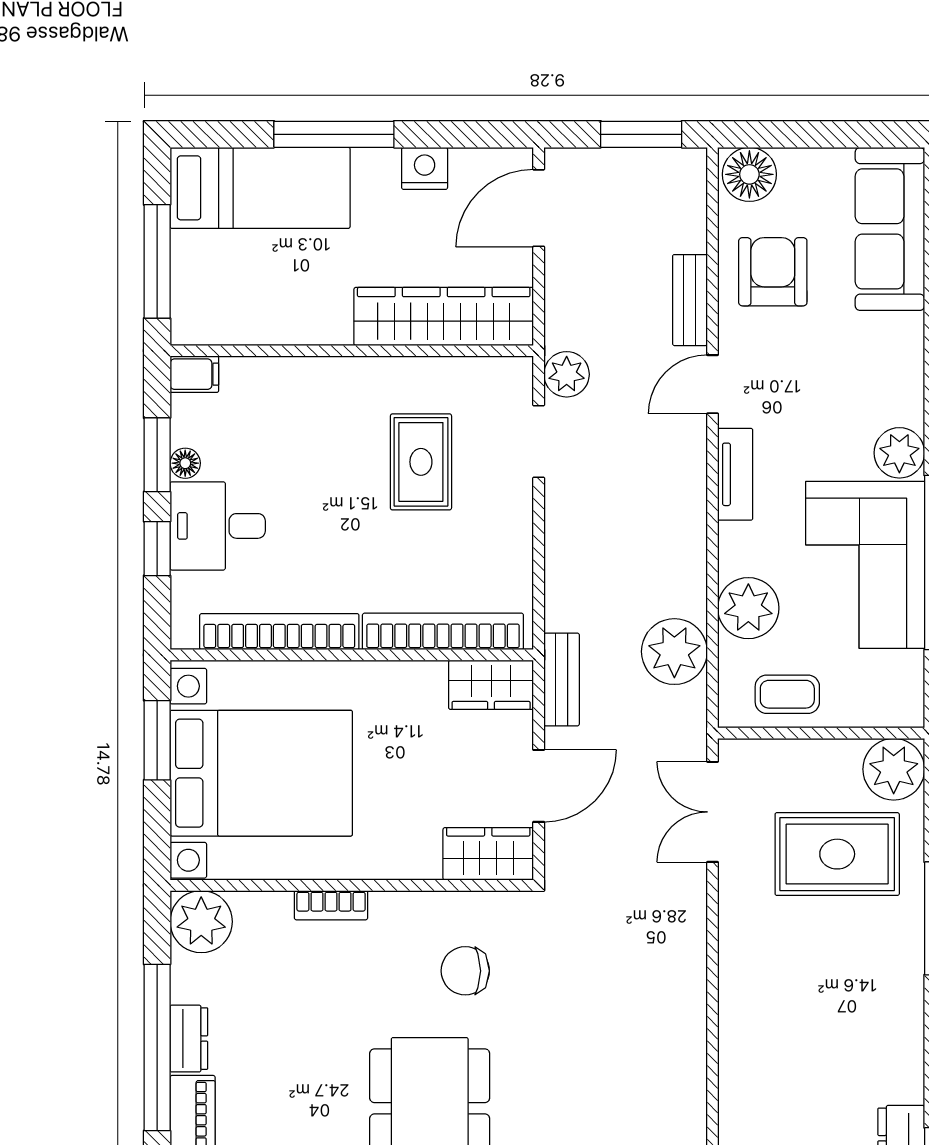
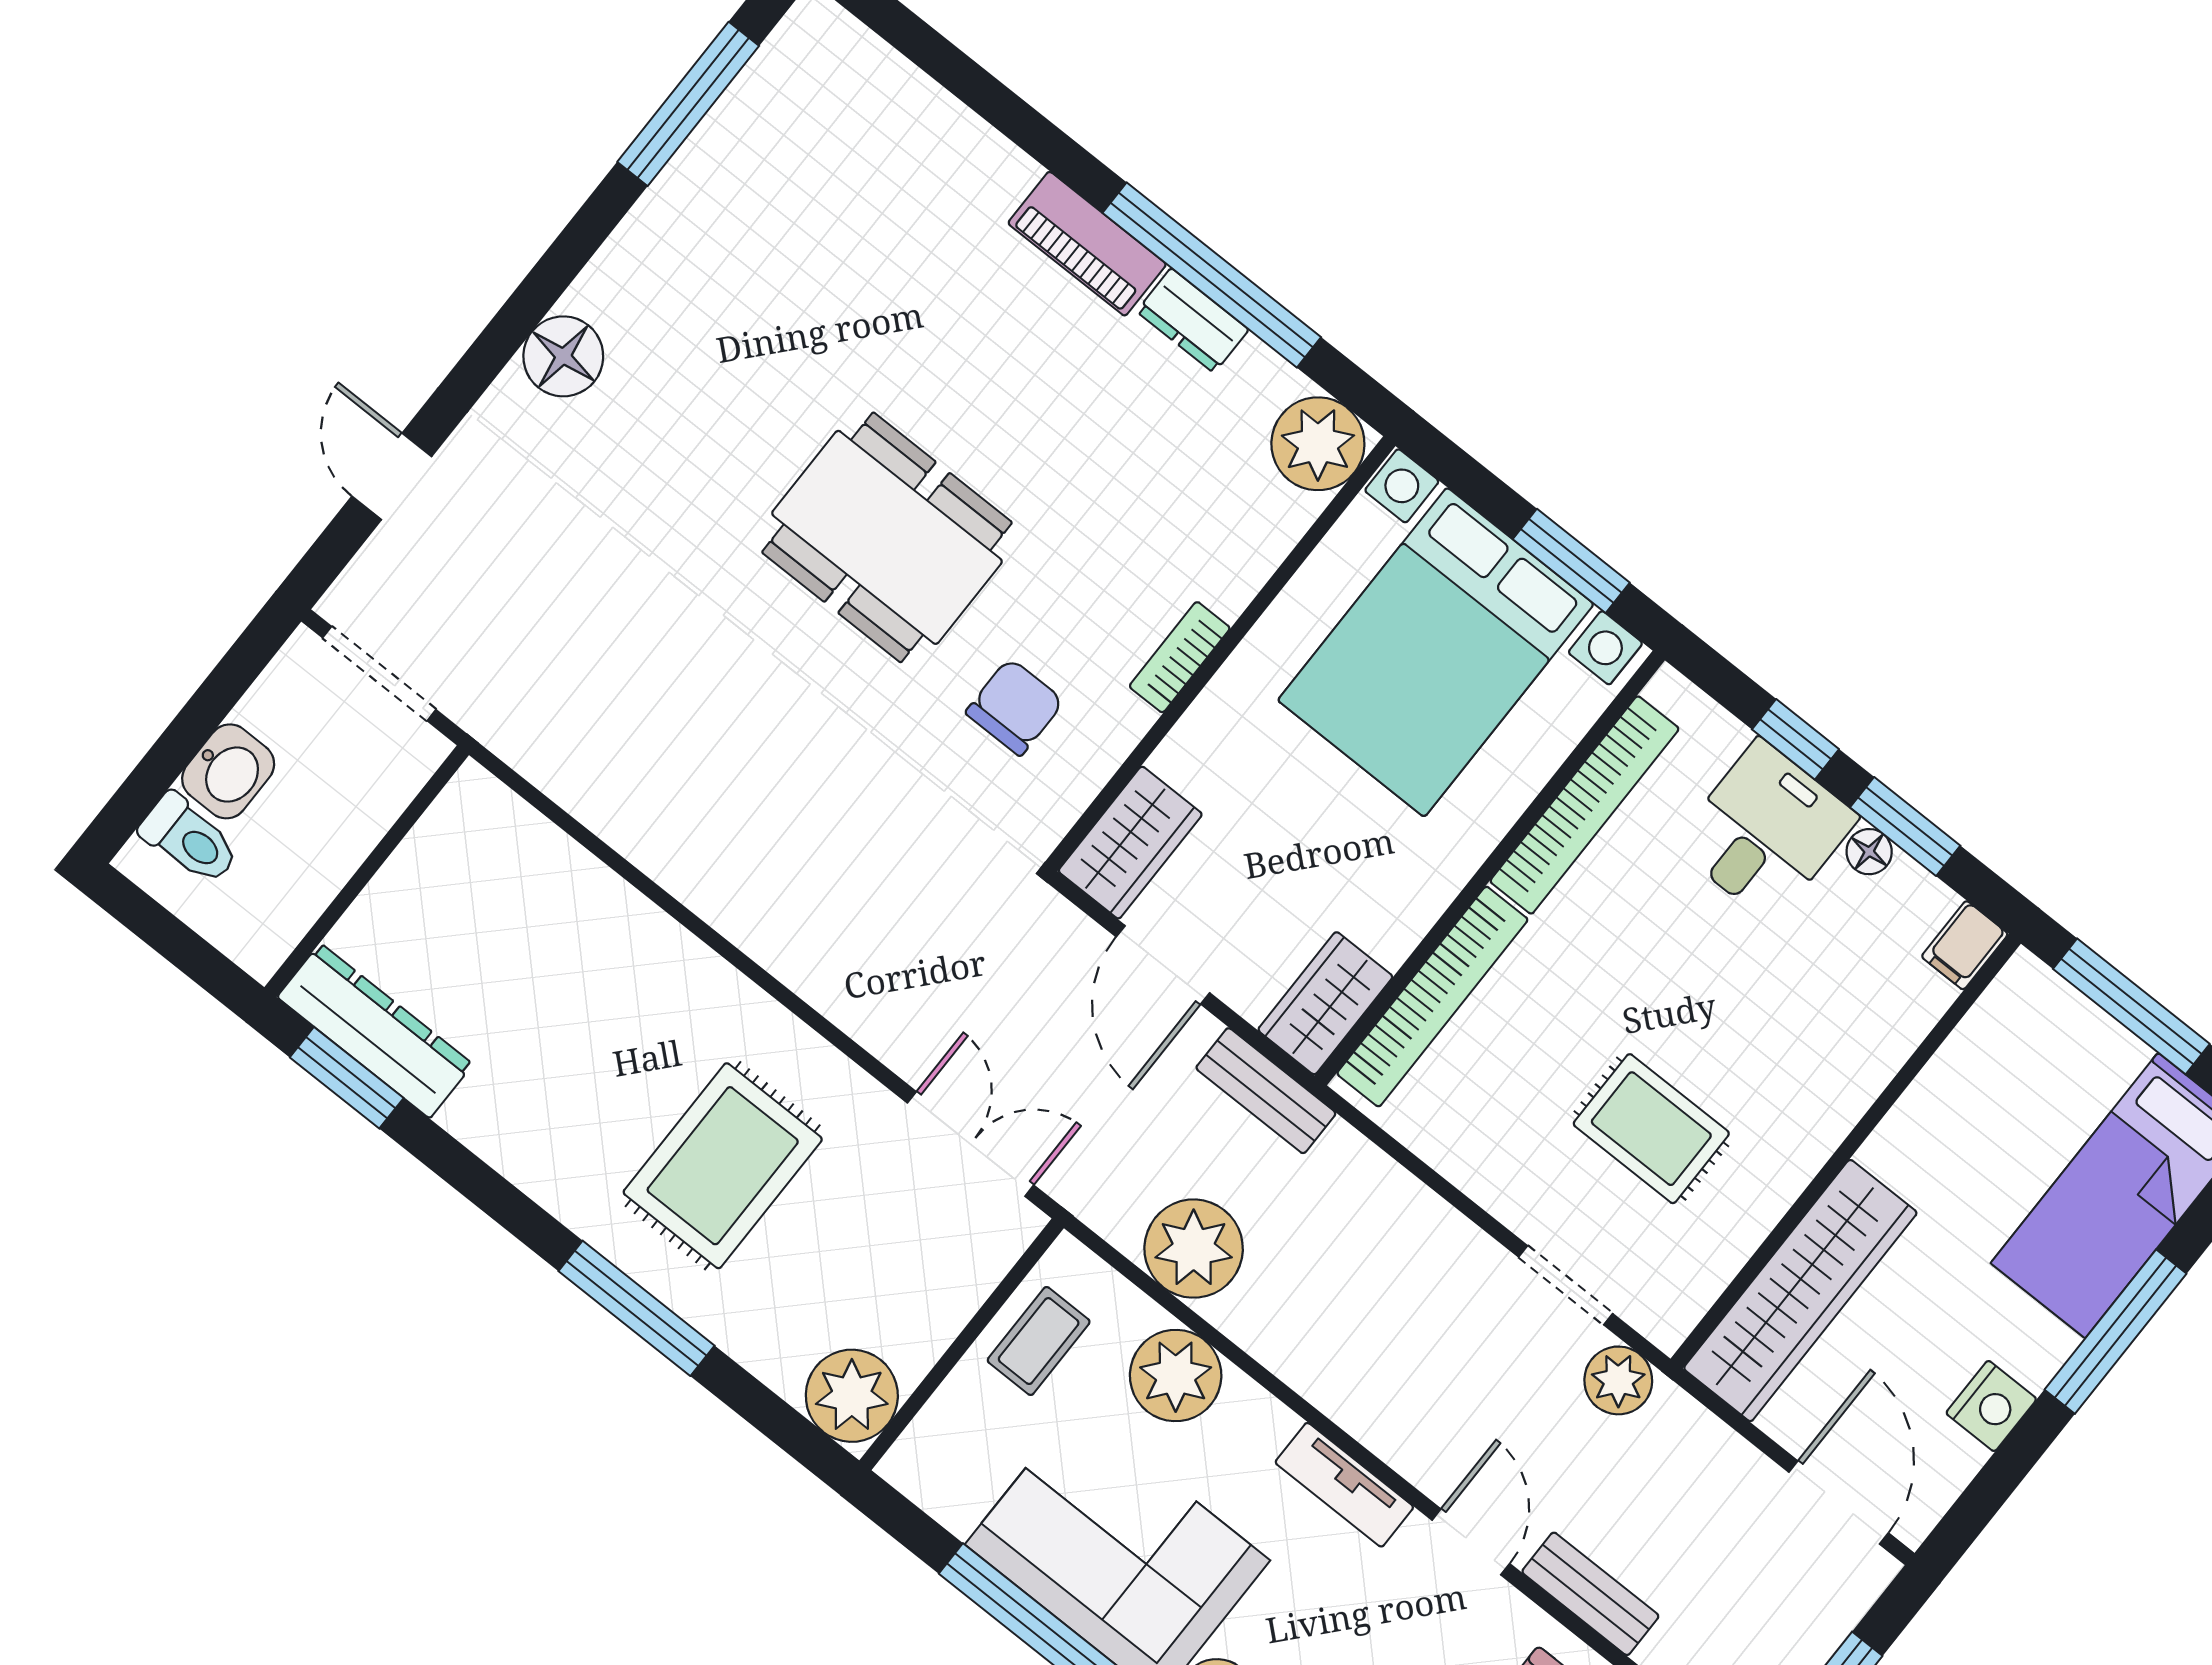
rug: (837, 854) -> (723, 1166), moved
bookcase: (331, 905) -> (1180, 657), moved

